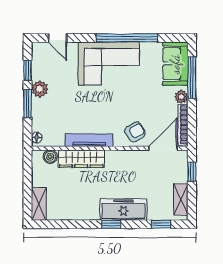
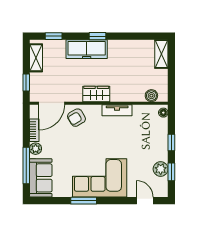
window: (127, 38) -> (84, 201), width x0.47
plant: (40, 89) -> (161, 169), moved
window: (28, 104) -> (171, 142), width x0.67
bookcase: (183, 125) -> (34, 130), width x0.64
tv unit: (89, 140) -> (117, 110), width x0.71
wardrobe: (81, 159) -> (96, 94), moved, width x0.67

